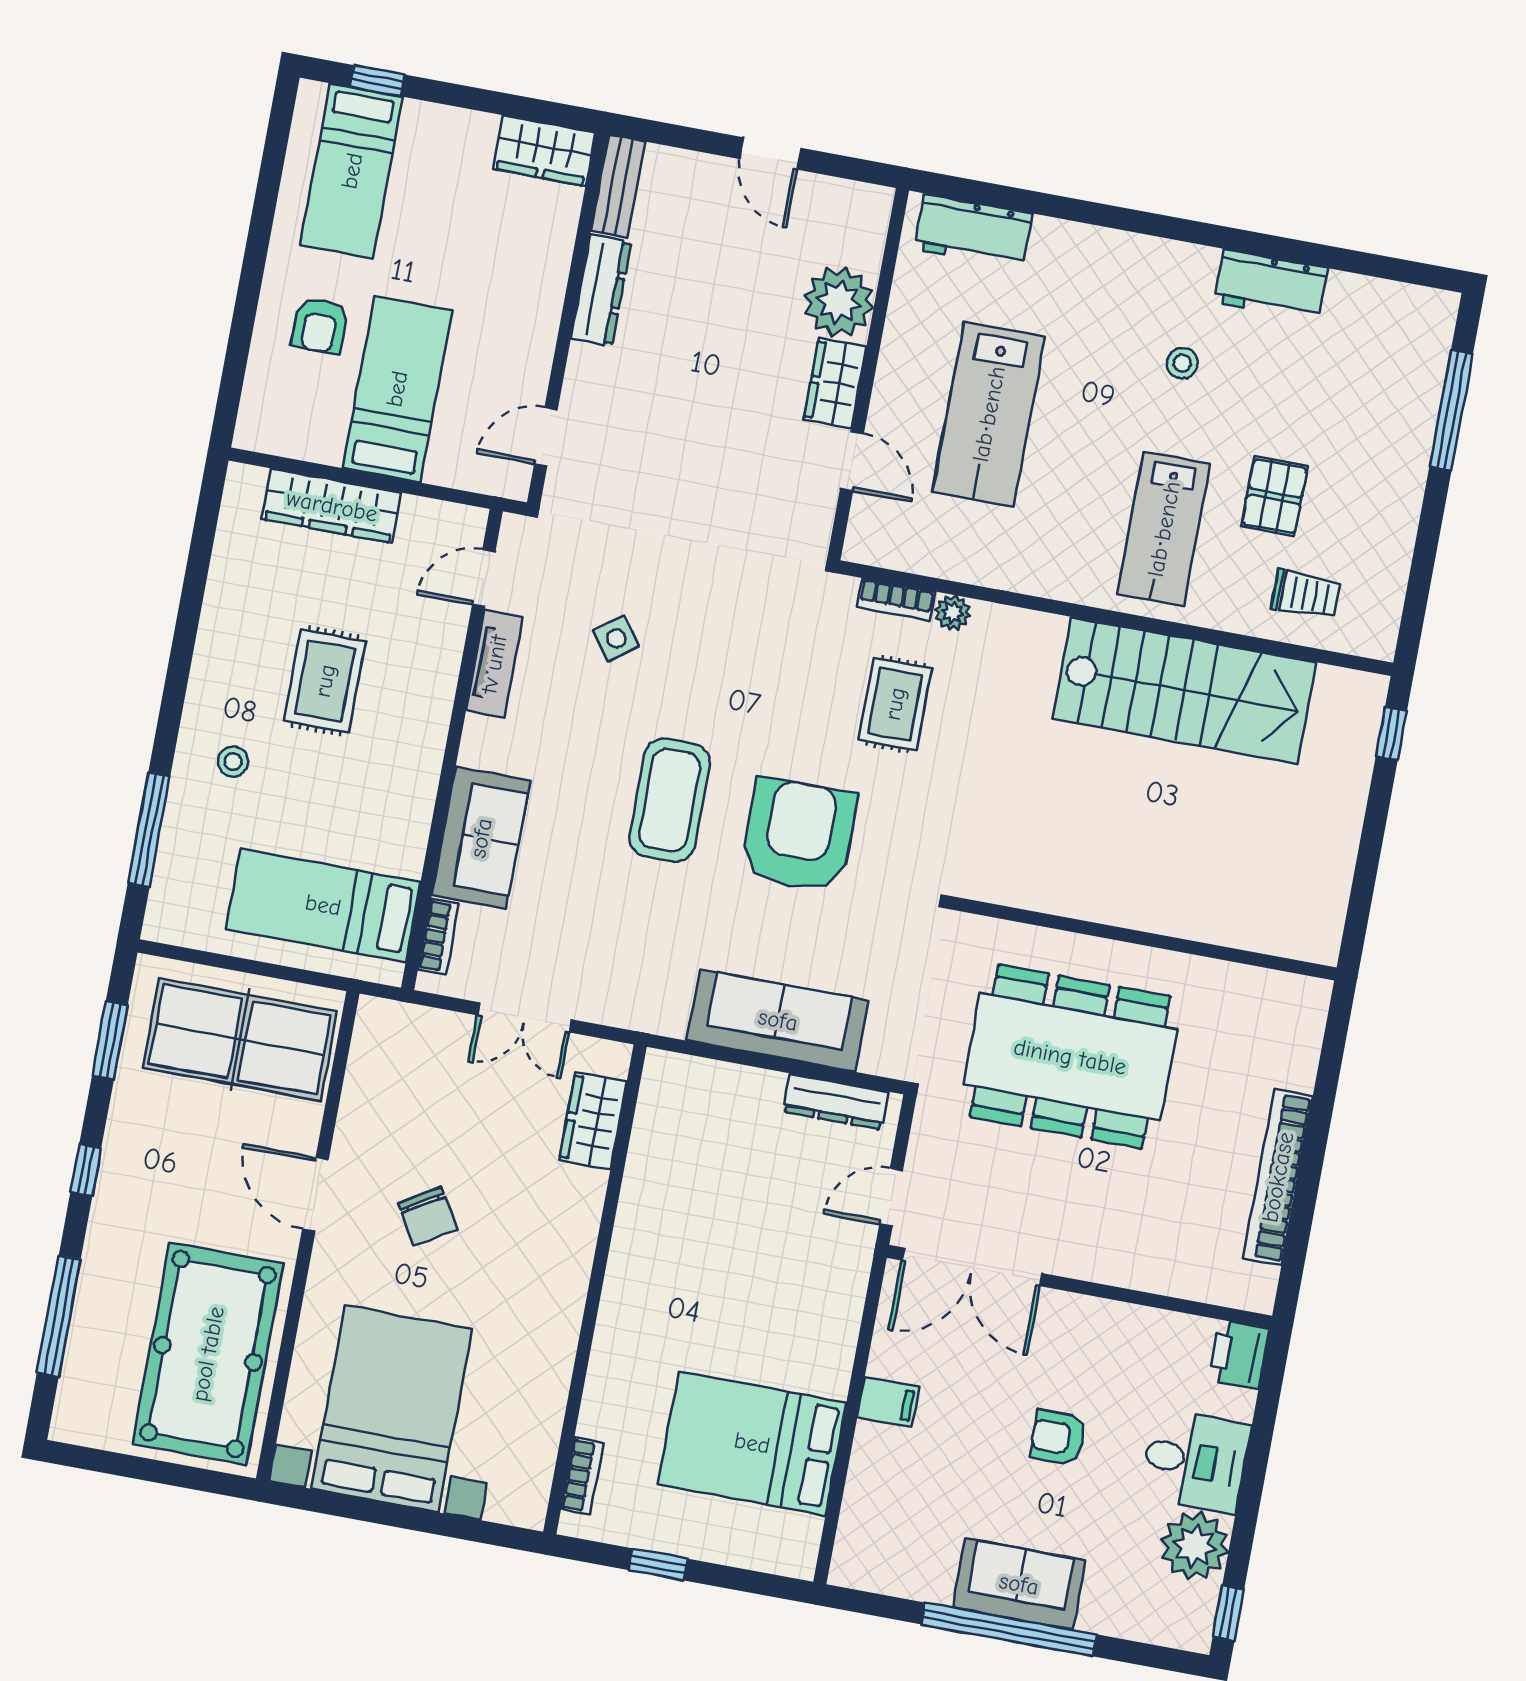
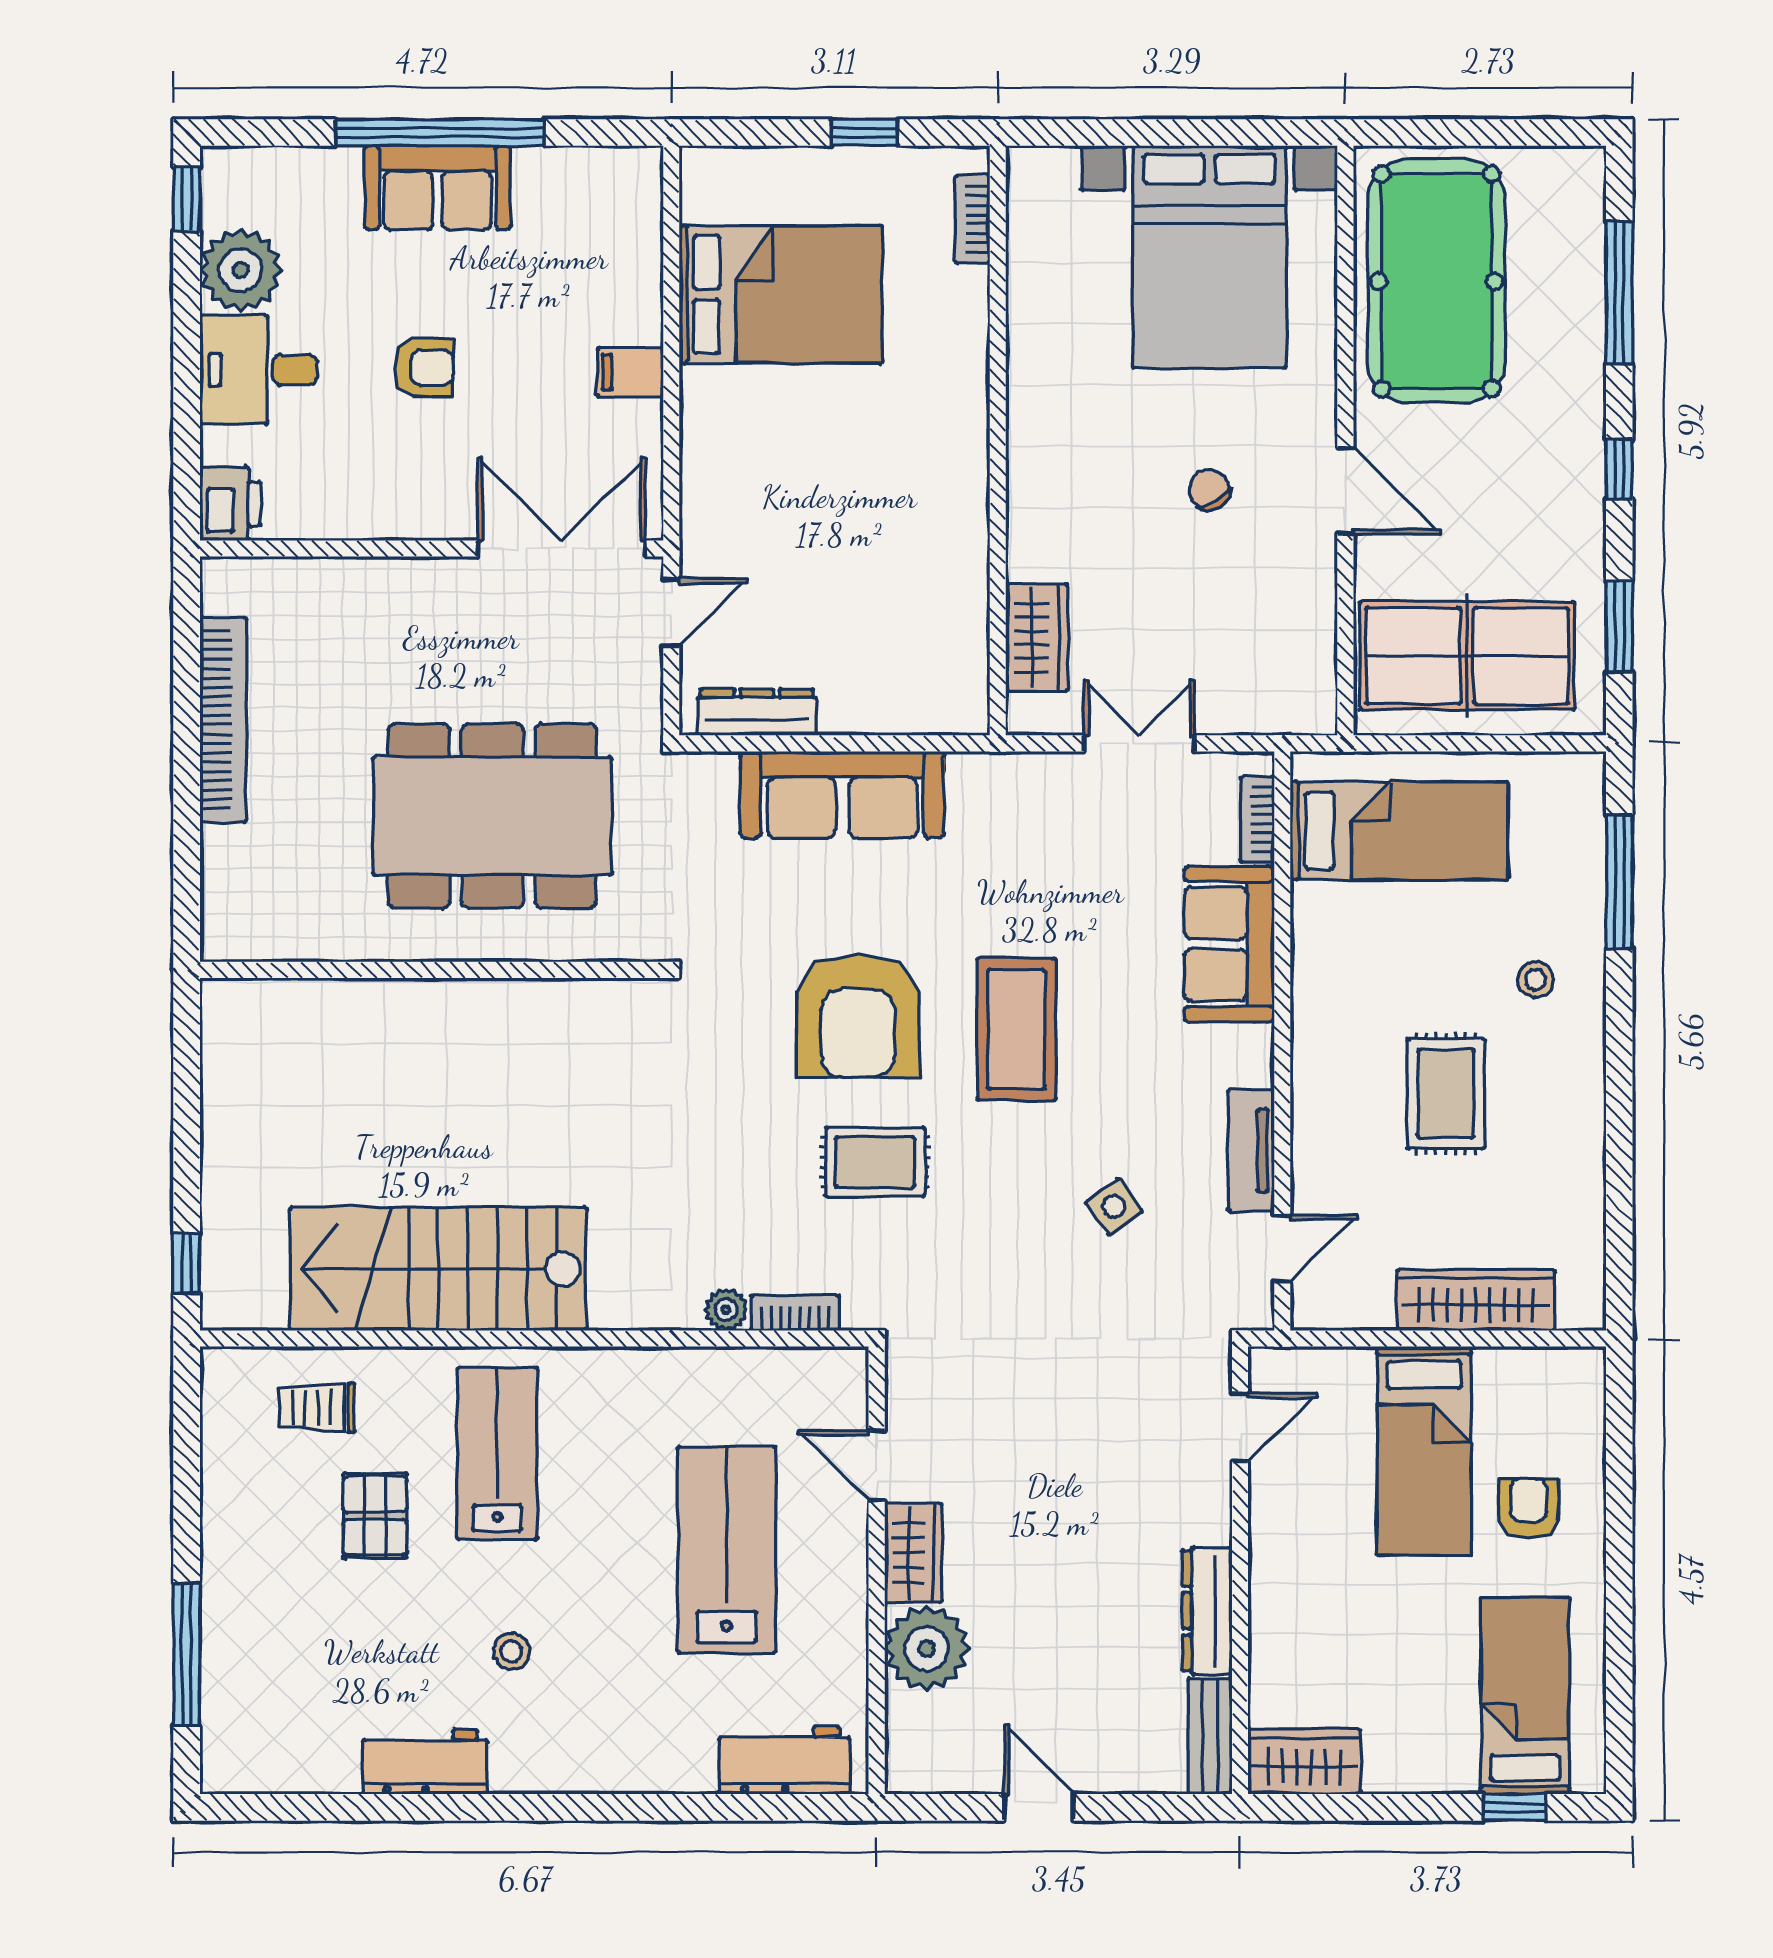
rug: (895, 704) -> (875, 1162), moved, turned 90
chair: (428, 1216) -> (1209, 490), width x0.73, depth x0.73

